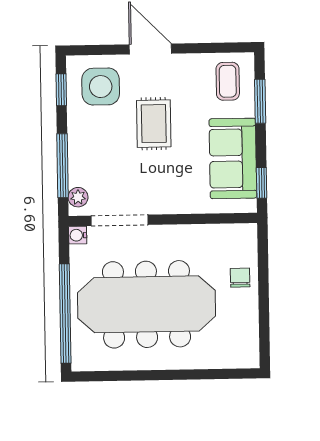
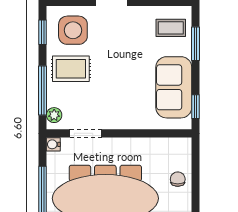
coffee table: (228, 81) -> (171, 28), turned 90
rug: (154, 124) -> (71, 69), moved, turned 90
doorway: (120, 220) -> (86, 133), width x0.73

